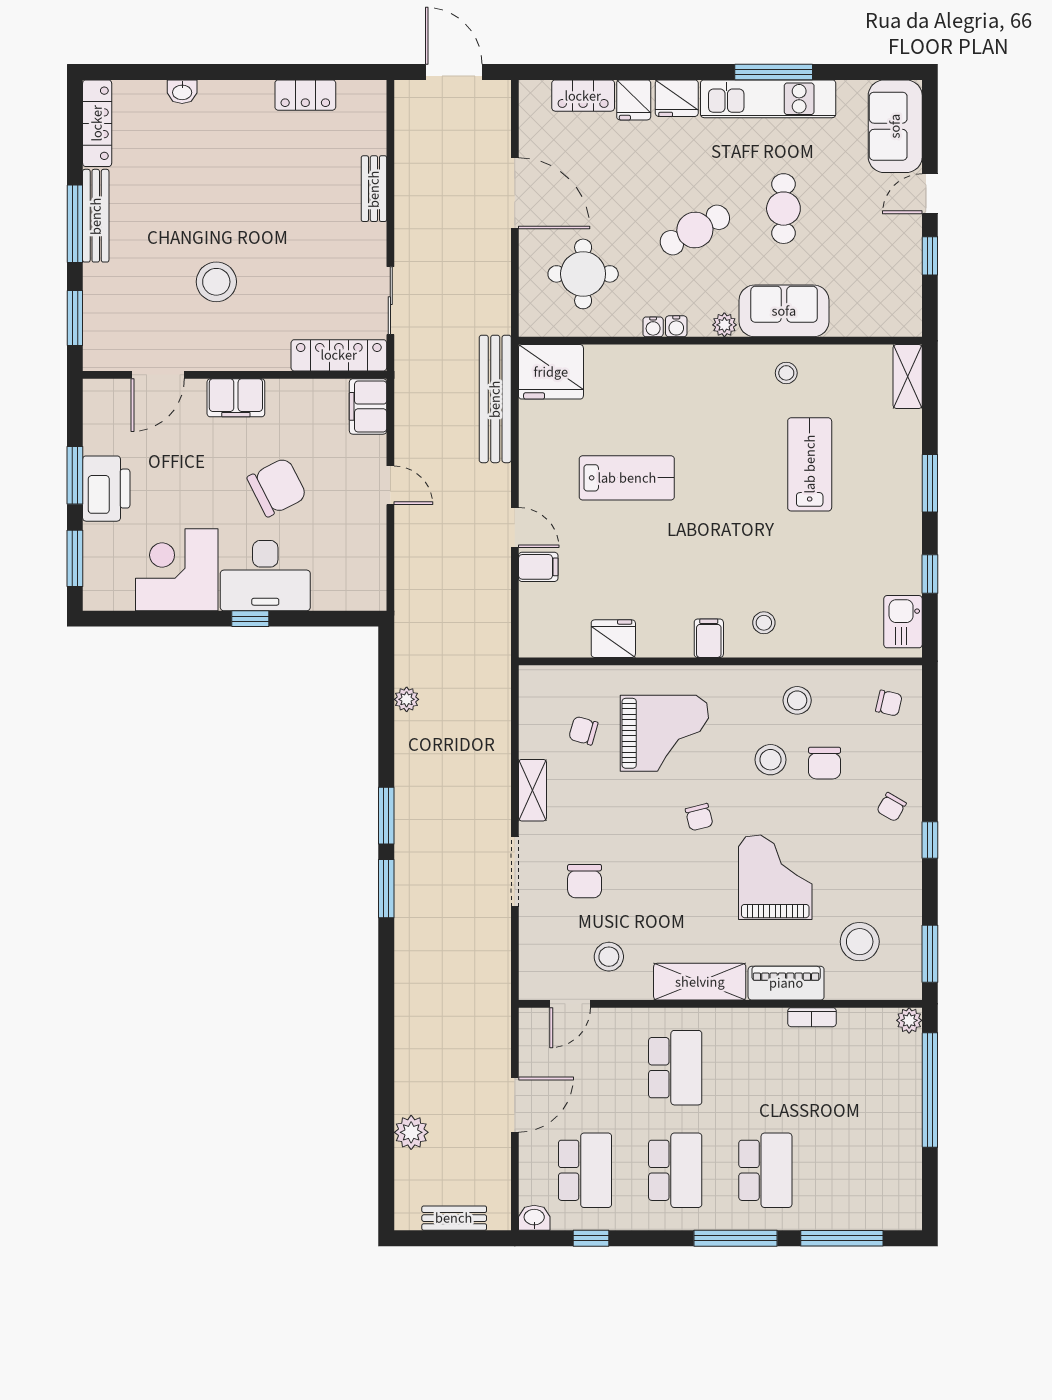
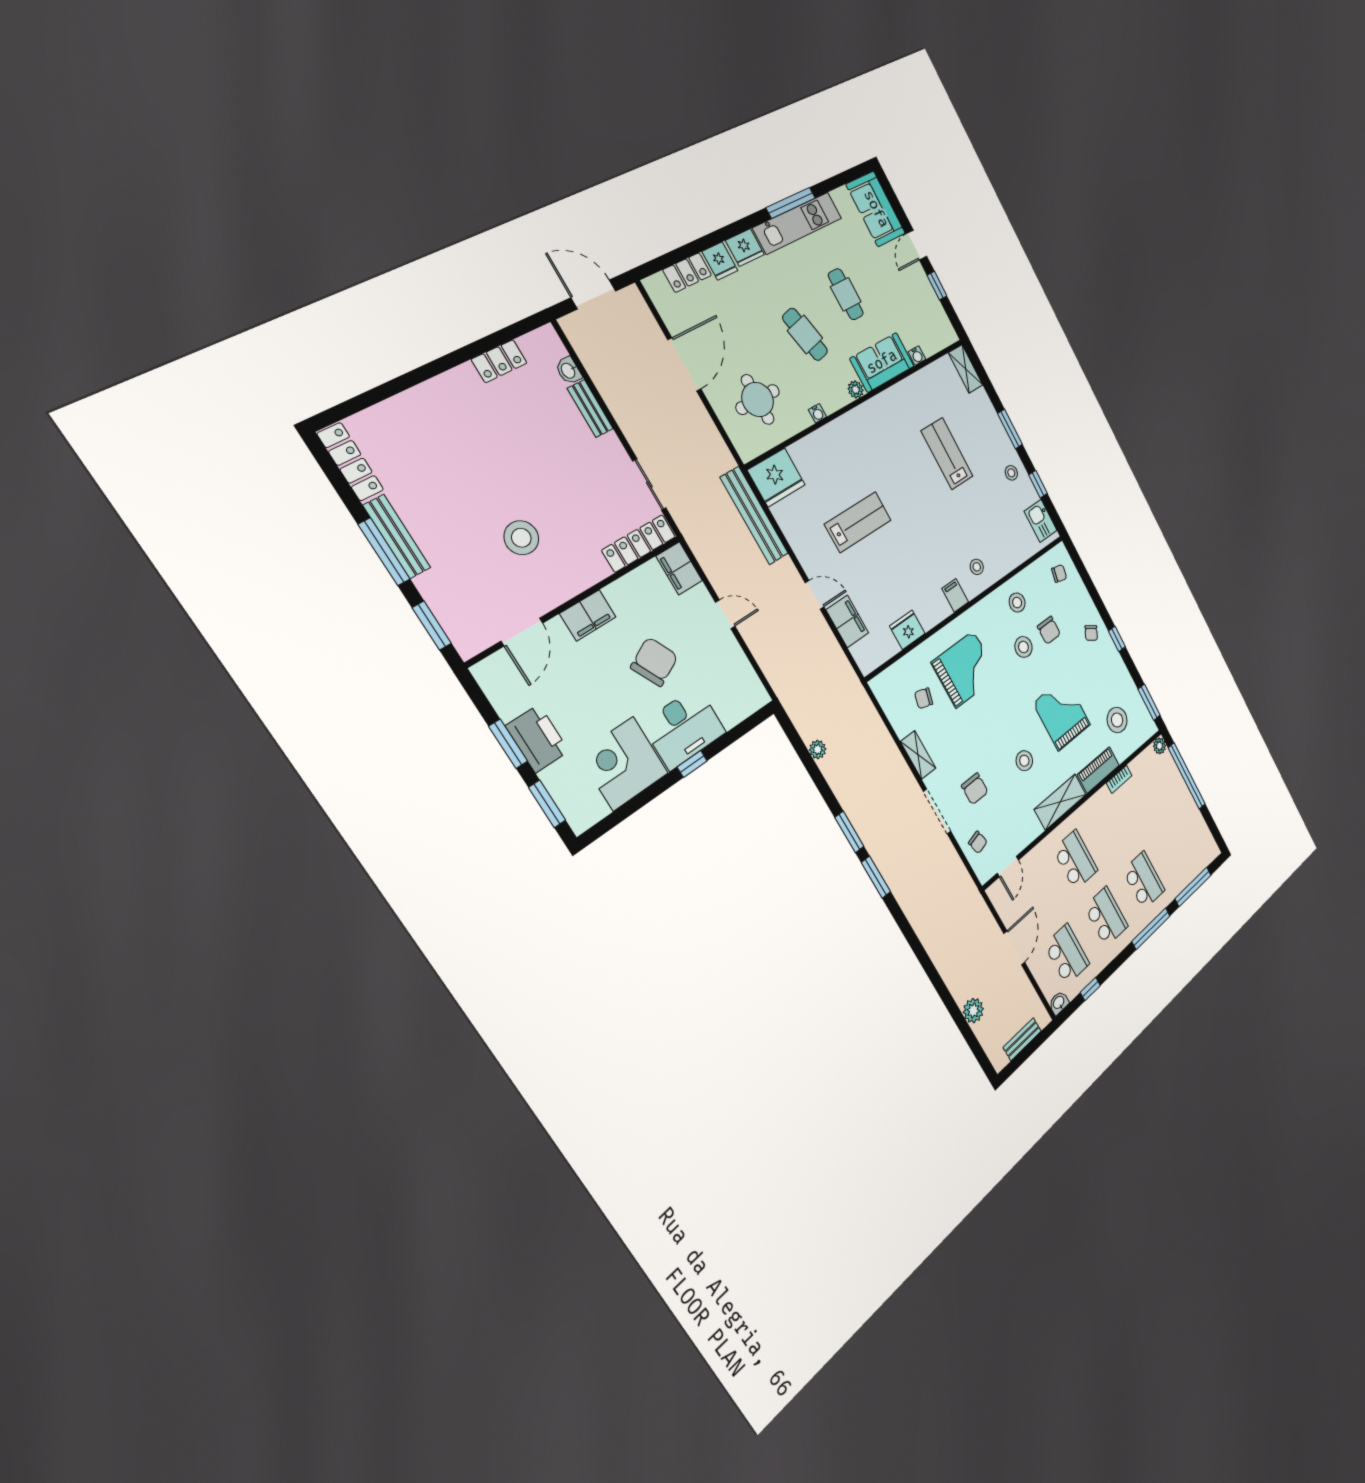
washbasin: (182, 92) -> (569, 370), moved, turned 90
door: (515, 193) -> (684, 364), hinge flipped
cafe table: (695, 230) -> (805, 334), turned -74
water cooler: (676, 326) -> (917, 356), moved
stool: (786, 373) -> (1011, 473), moved
filing cabinet: (538, 567) -> (847, 621), width x2.00
chair: (699, 817) -> (978, 842), moved
stool: (609, 957) -> (1024, 761), moved

